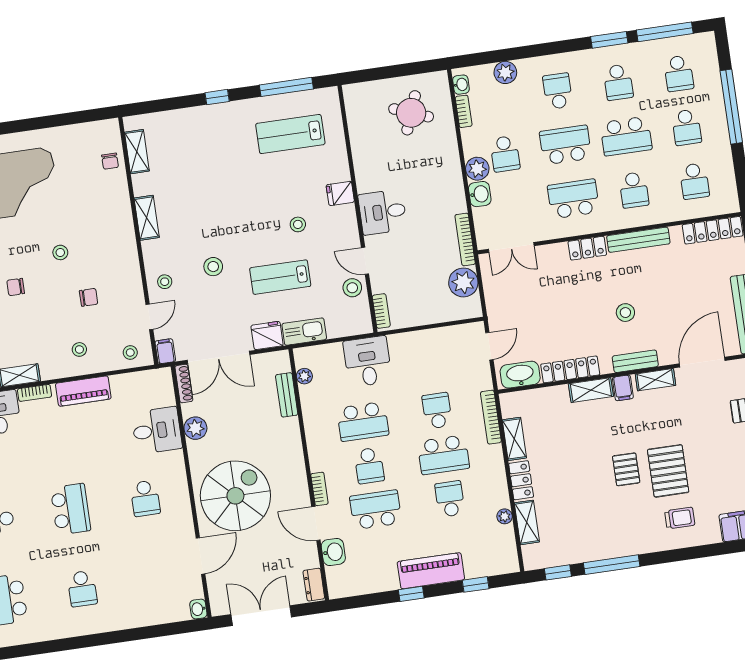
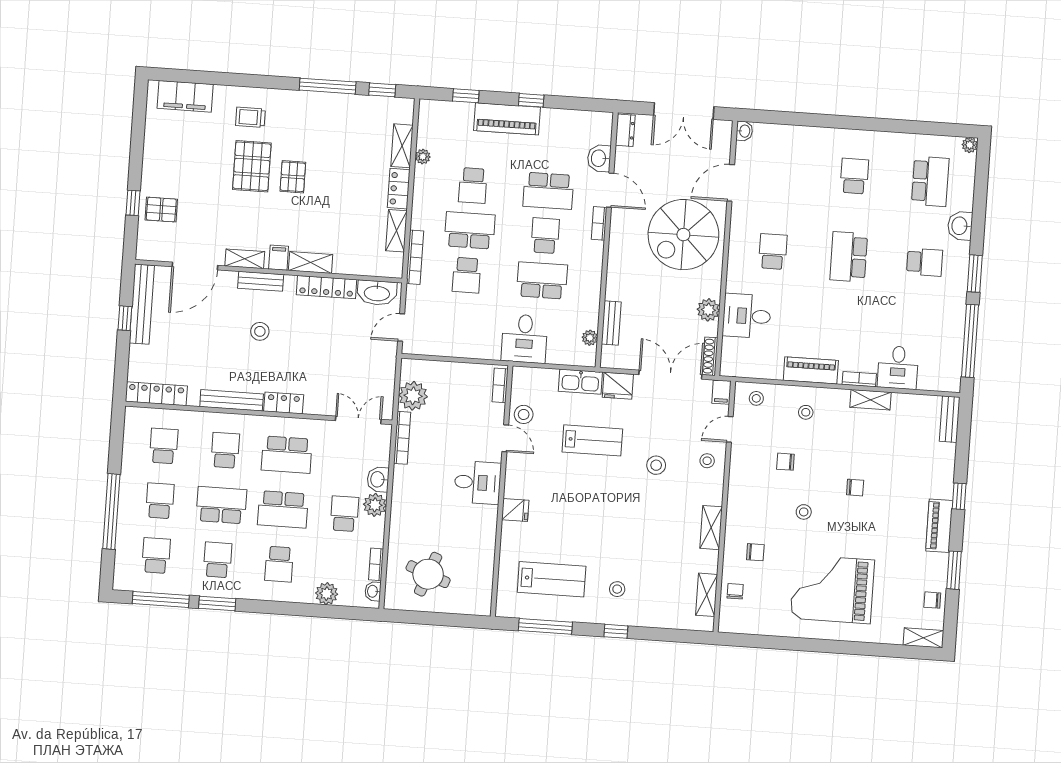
chair: (99, 203) -> (755, 552), added
stool: (298, 224) -> (617, 589), moved

